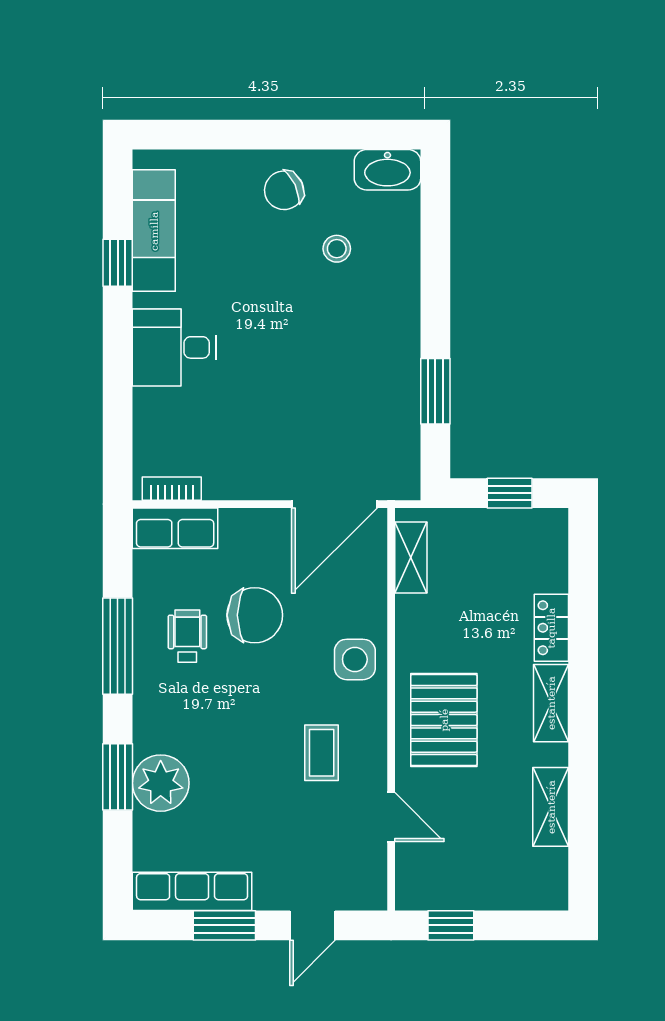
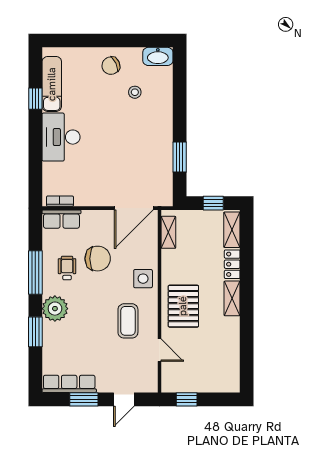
desk: (174, 347) -> (61, 137), width x1.37
coffee table: (322, 753) -> (128, 321), width x1.36, depth x1.30
plant: (161, 783) -> (55, 309), moved
shelving: (551, 807) -> (232, 230), moved

